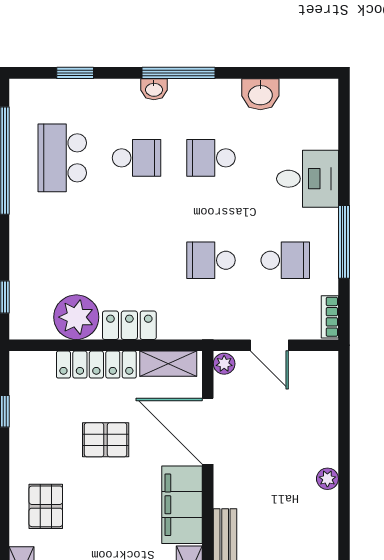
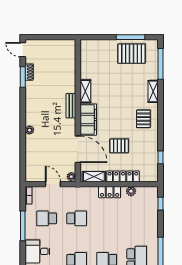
plant: (76, 317) -> (131, 191), width x0.53, depth x0.53

